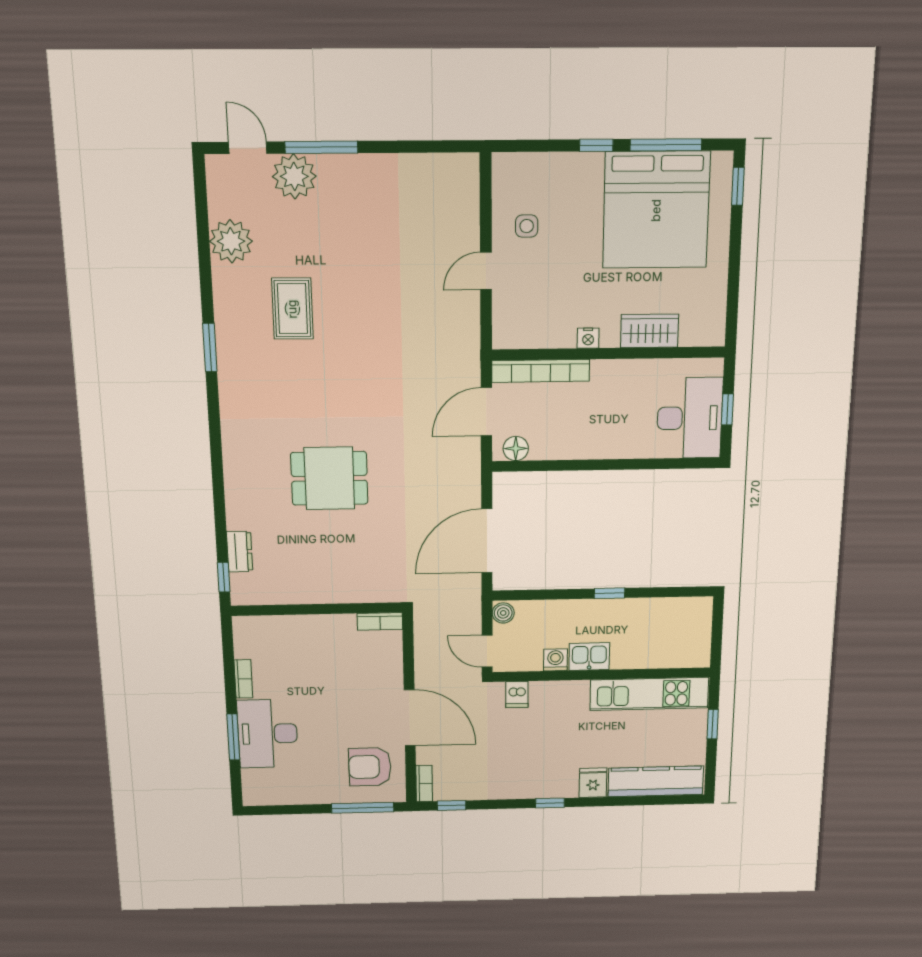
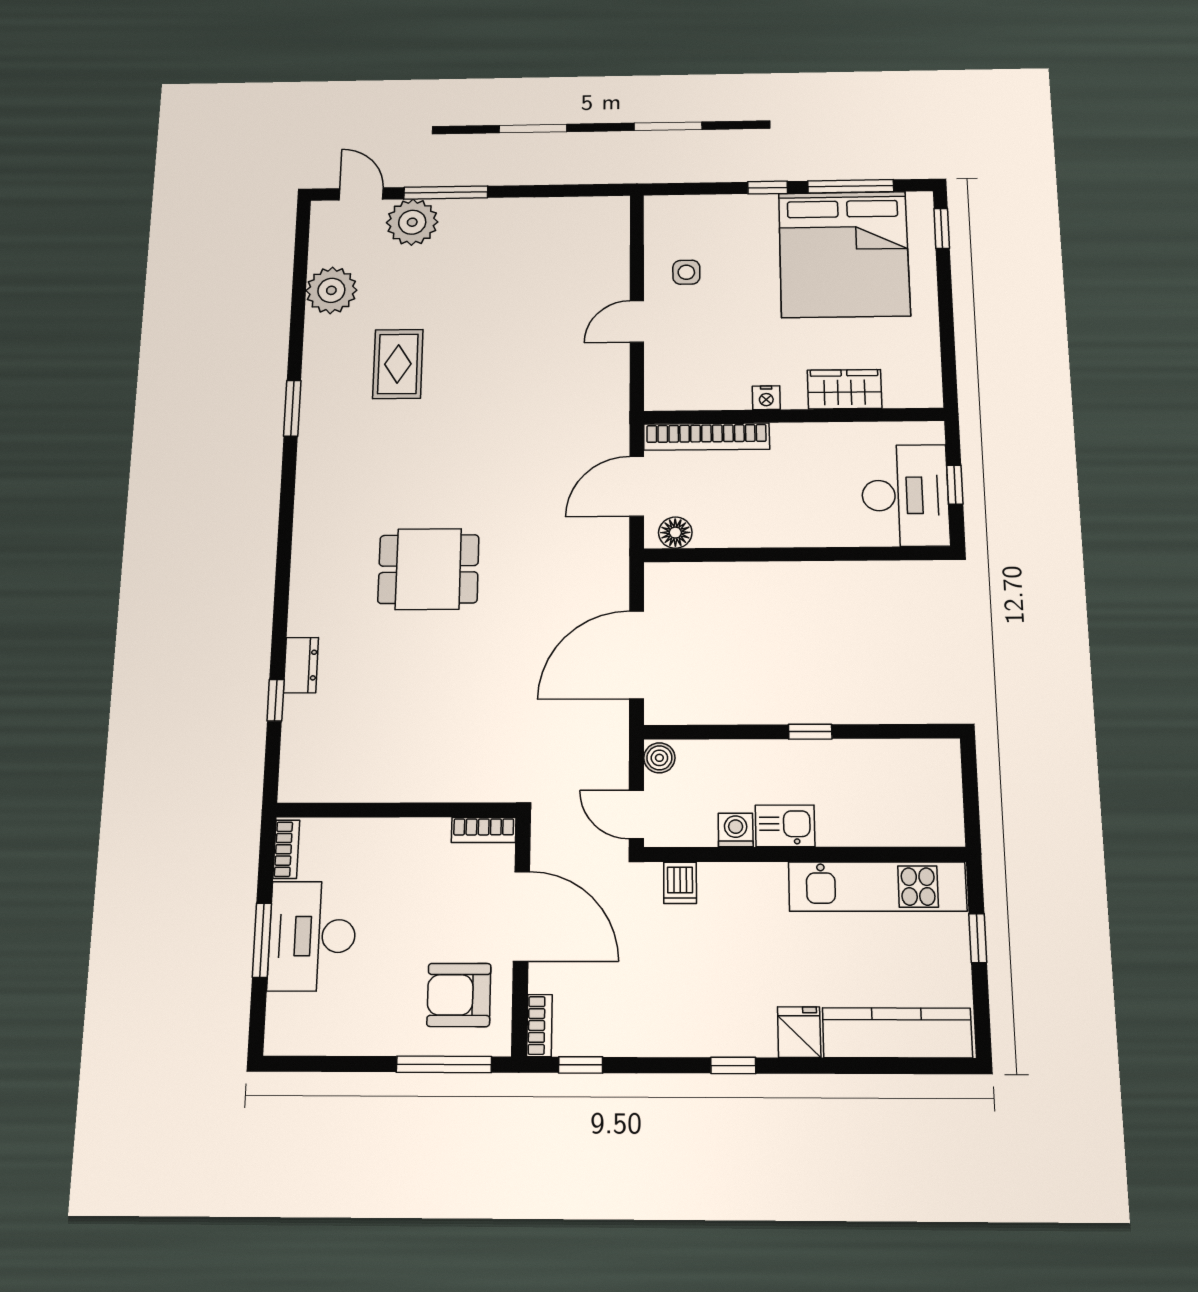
wall: (317, 609) -> (396, 810), moved
bookcase: (380, 621) -> (484, 830), moved

